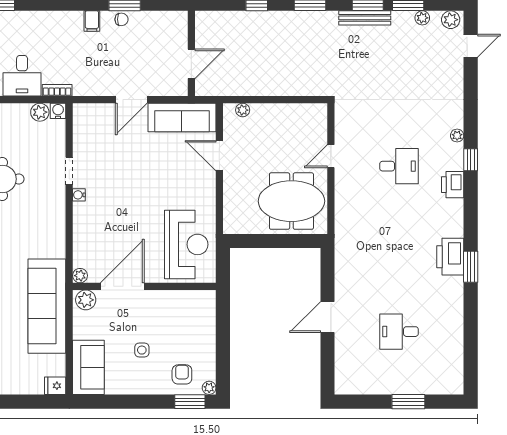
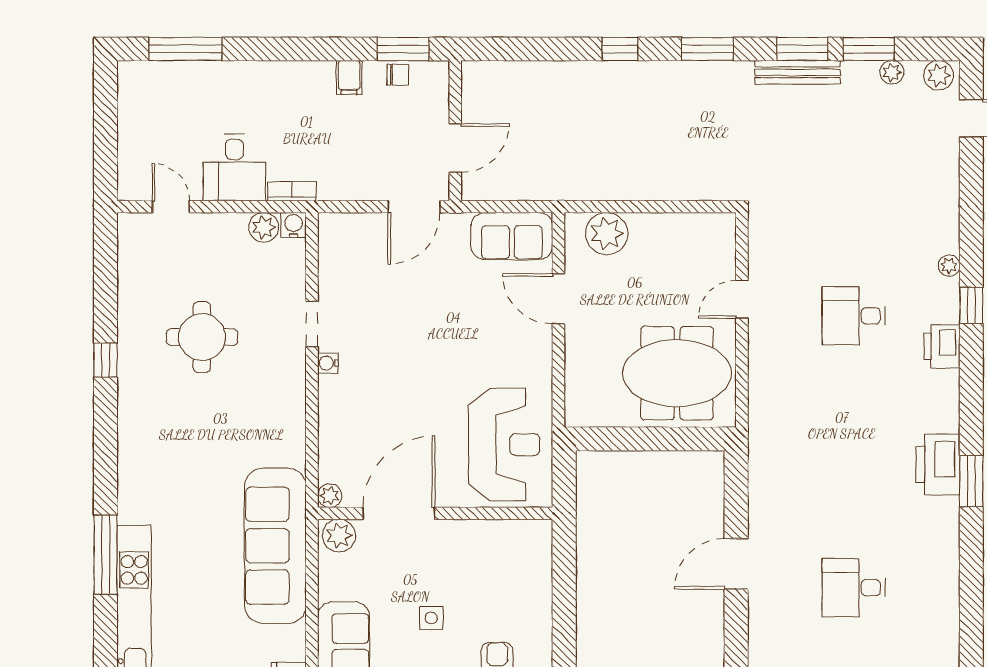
wall: (191, 53) -> (455, 131), moved
door: (191, 64) -> (455, 148), moved
plant: (243, 110) -> (607, 234), width x1.87, depth x1.87
sofa: (182, 118) -> (512, 236), width x0.73
desk: (399, 166) -> (854, 316), turned 180

